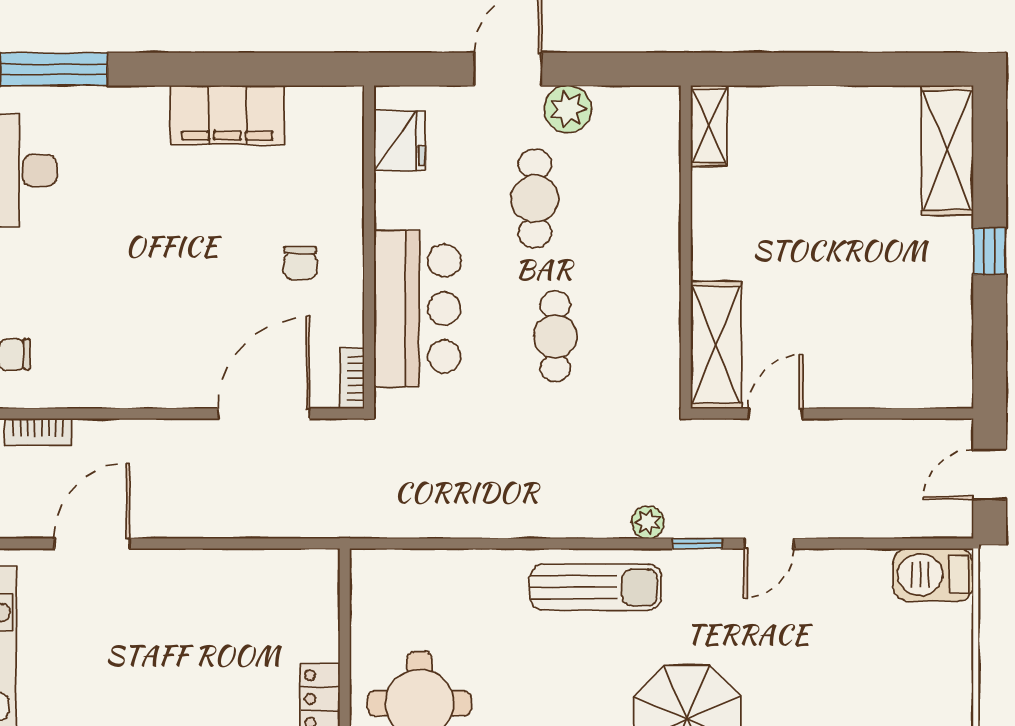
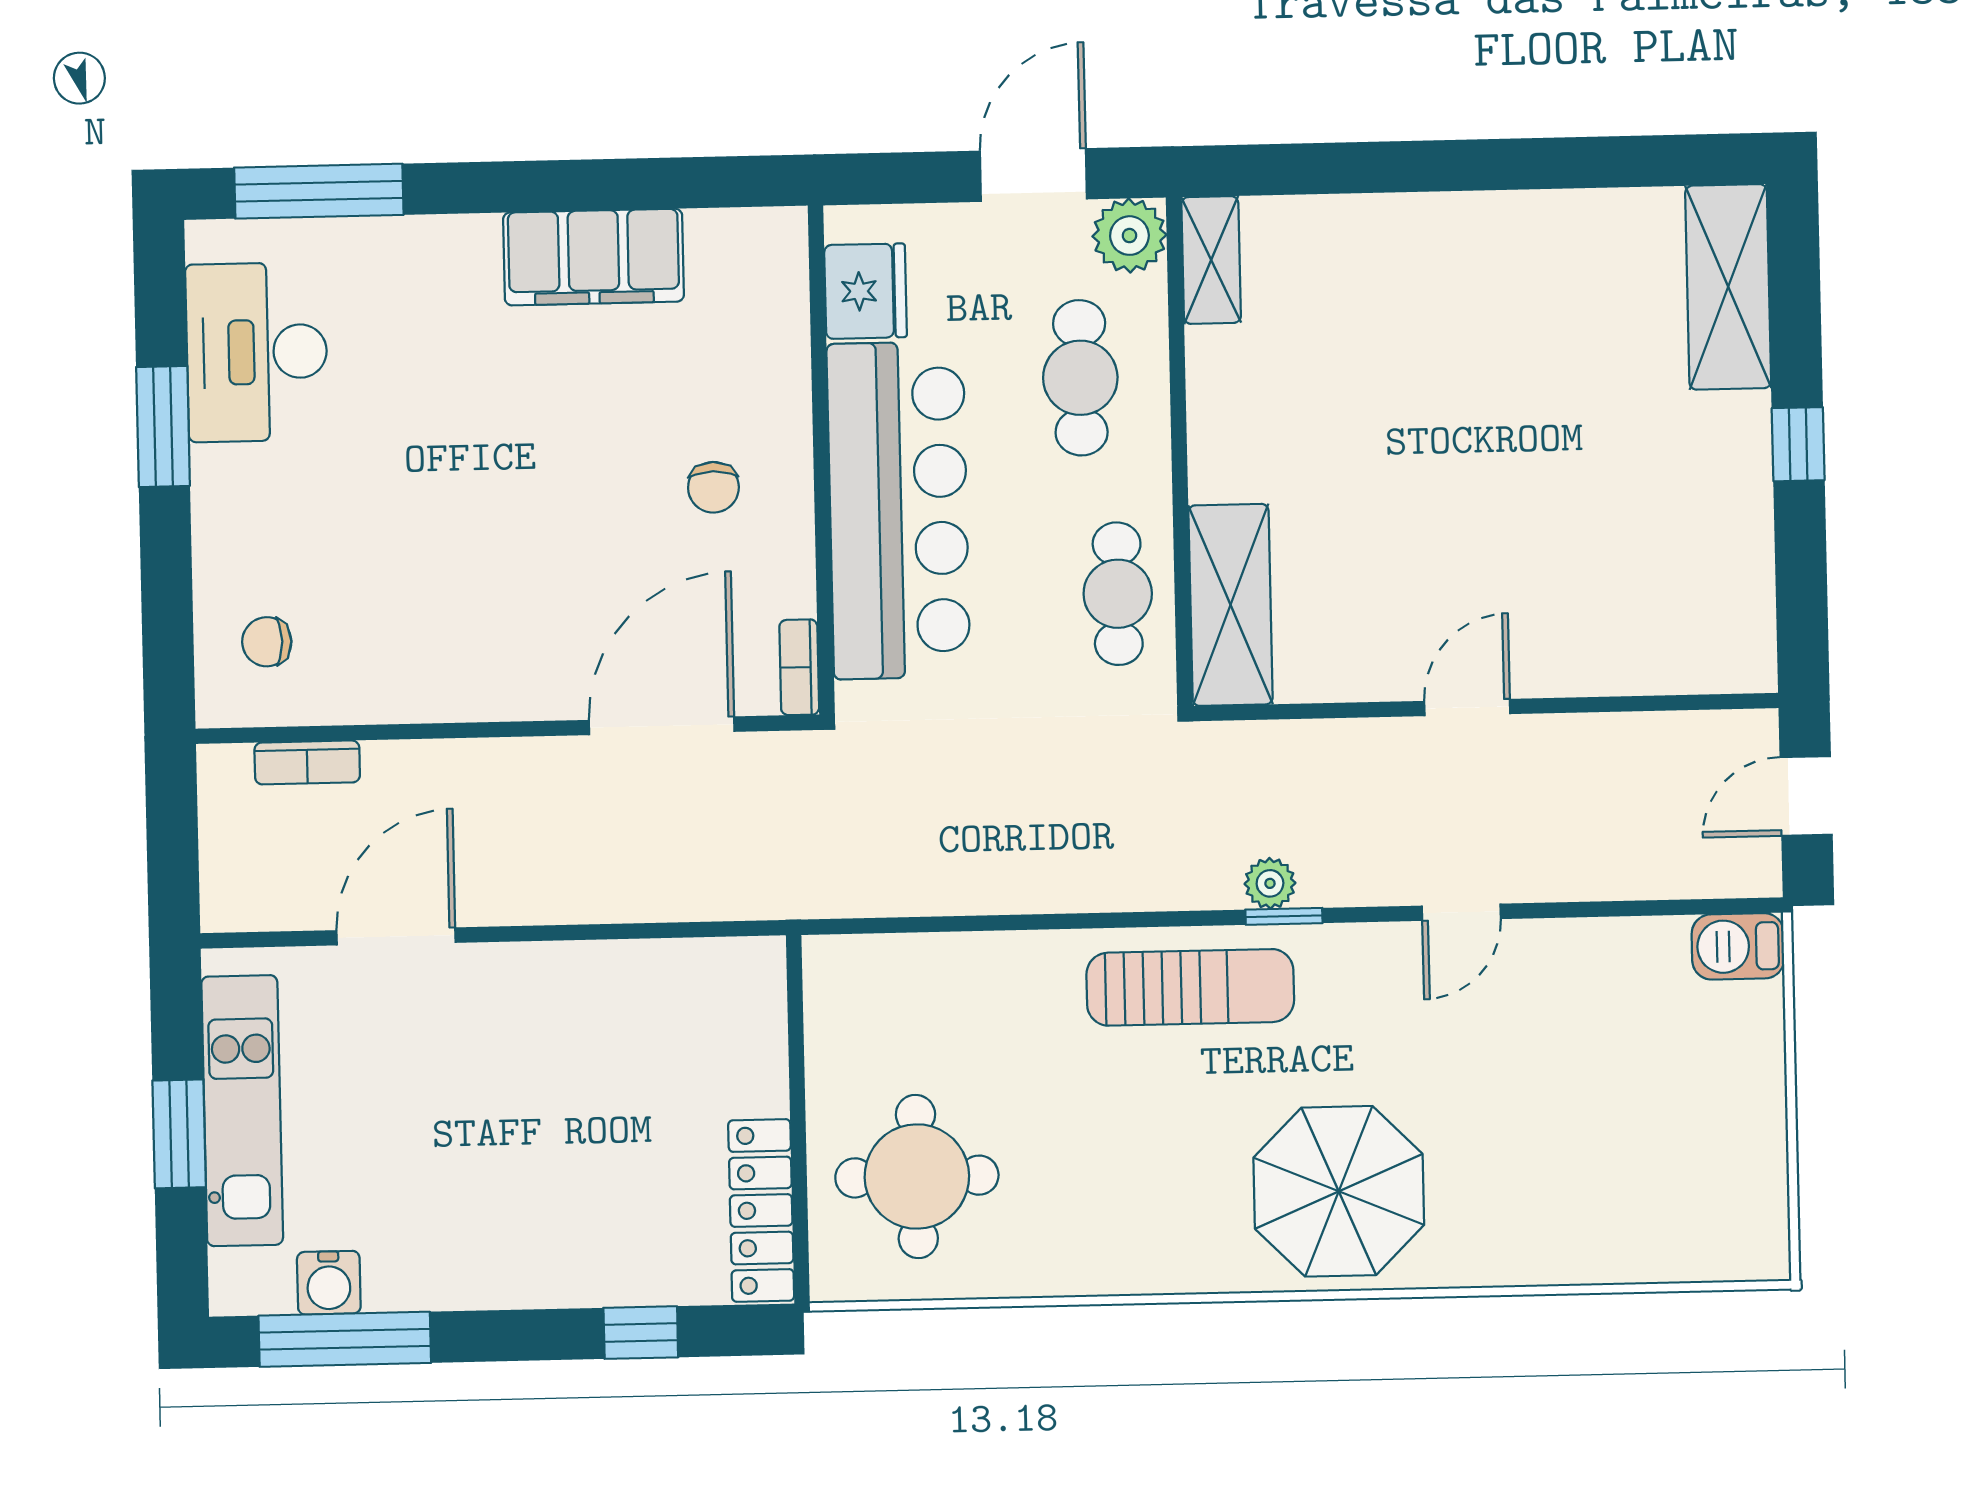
shelving: (709, 126) -> (1211, 260), moved
wall: (686, 247) -> (1179, 452), moved
bar counter: (417, 309) -> (898, 510), width x1.36
shelving: (716, 345) -> (1231, 605), moved
window: (697, 543) -> (1284, 916), moved
barbecue: (933, 575) -> (1738, 946), width x0.73, depth x0.79

